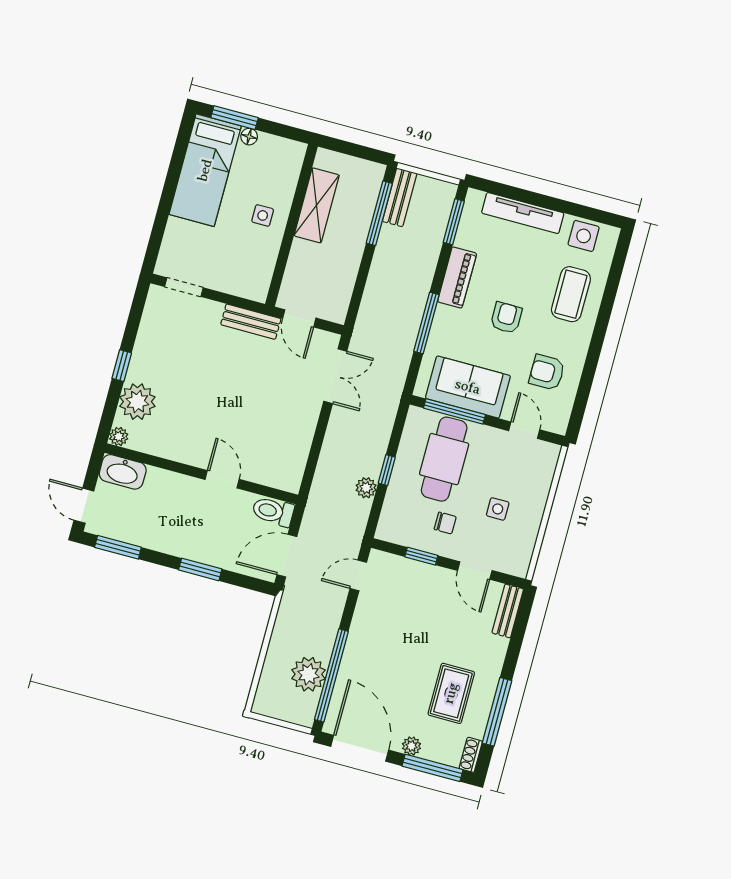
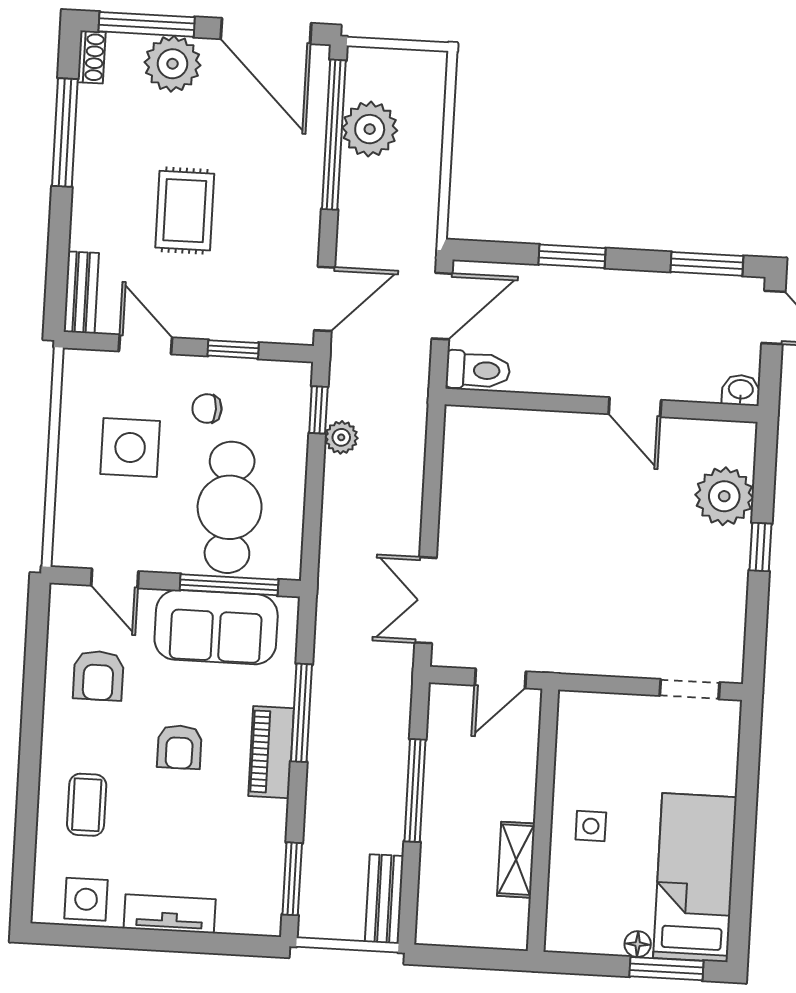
shelving: (317, 205) -> (516, 860), width x0.67, depth x0.75
window: (379, 213) -> (415, 791), moved
tv unit: (523, 213) -> (170, 914), width x0.71
piano: (457, 277) -> (271, 752), moved
coffee table: (571, 294) -> (87, 805), width x0.73, depth x0.77
door: (299, 318) -> (500, 678), swing flipped
bench: (251, 322) -> (574, 657), removed
armchair: (547, 372) -> (98, 676), turned 90
plant: (119, 437) -> (742, 436), removed
window: (387, 470) -> (318, 410), moved
washbasin: (123, 472) -> (741, 390), width x0.52, depth x0.69
door: (222, 479) -> (635, 407), moved
side table: (498, 509) -> (130, 447), width x1.87, depth x1.87
door: (358, 575) -> (325, 299), width x1.38
rug: (451, 693) -> (185, 211), moved
plant: (411, 746) -> (172, 64), width x1.88, depth x1.88

